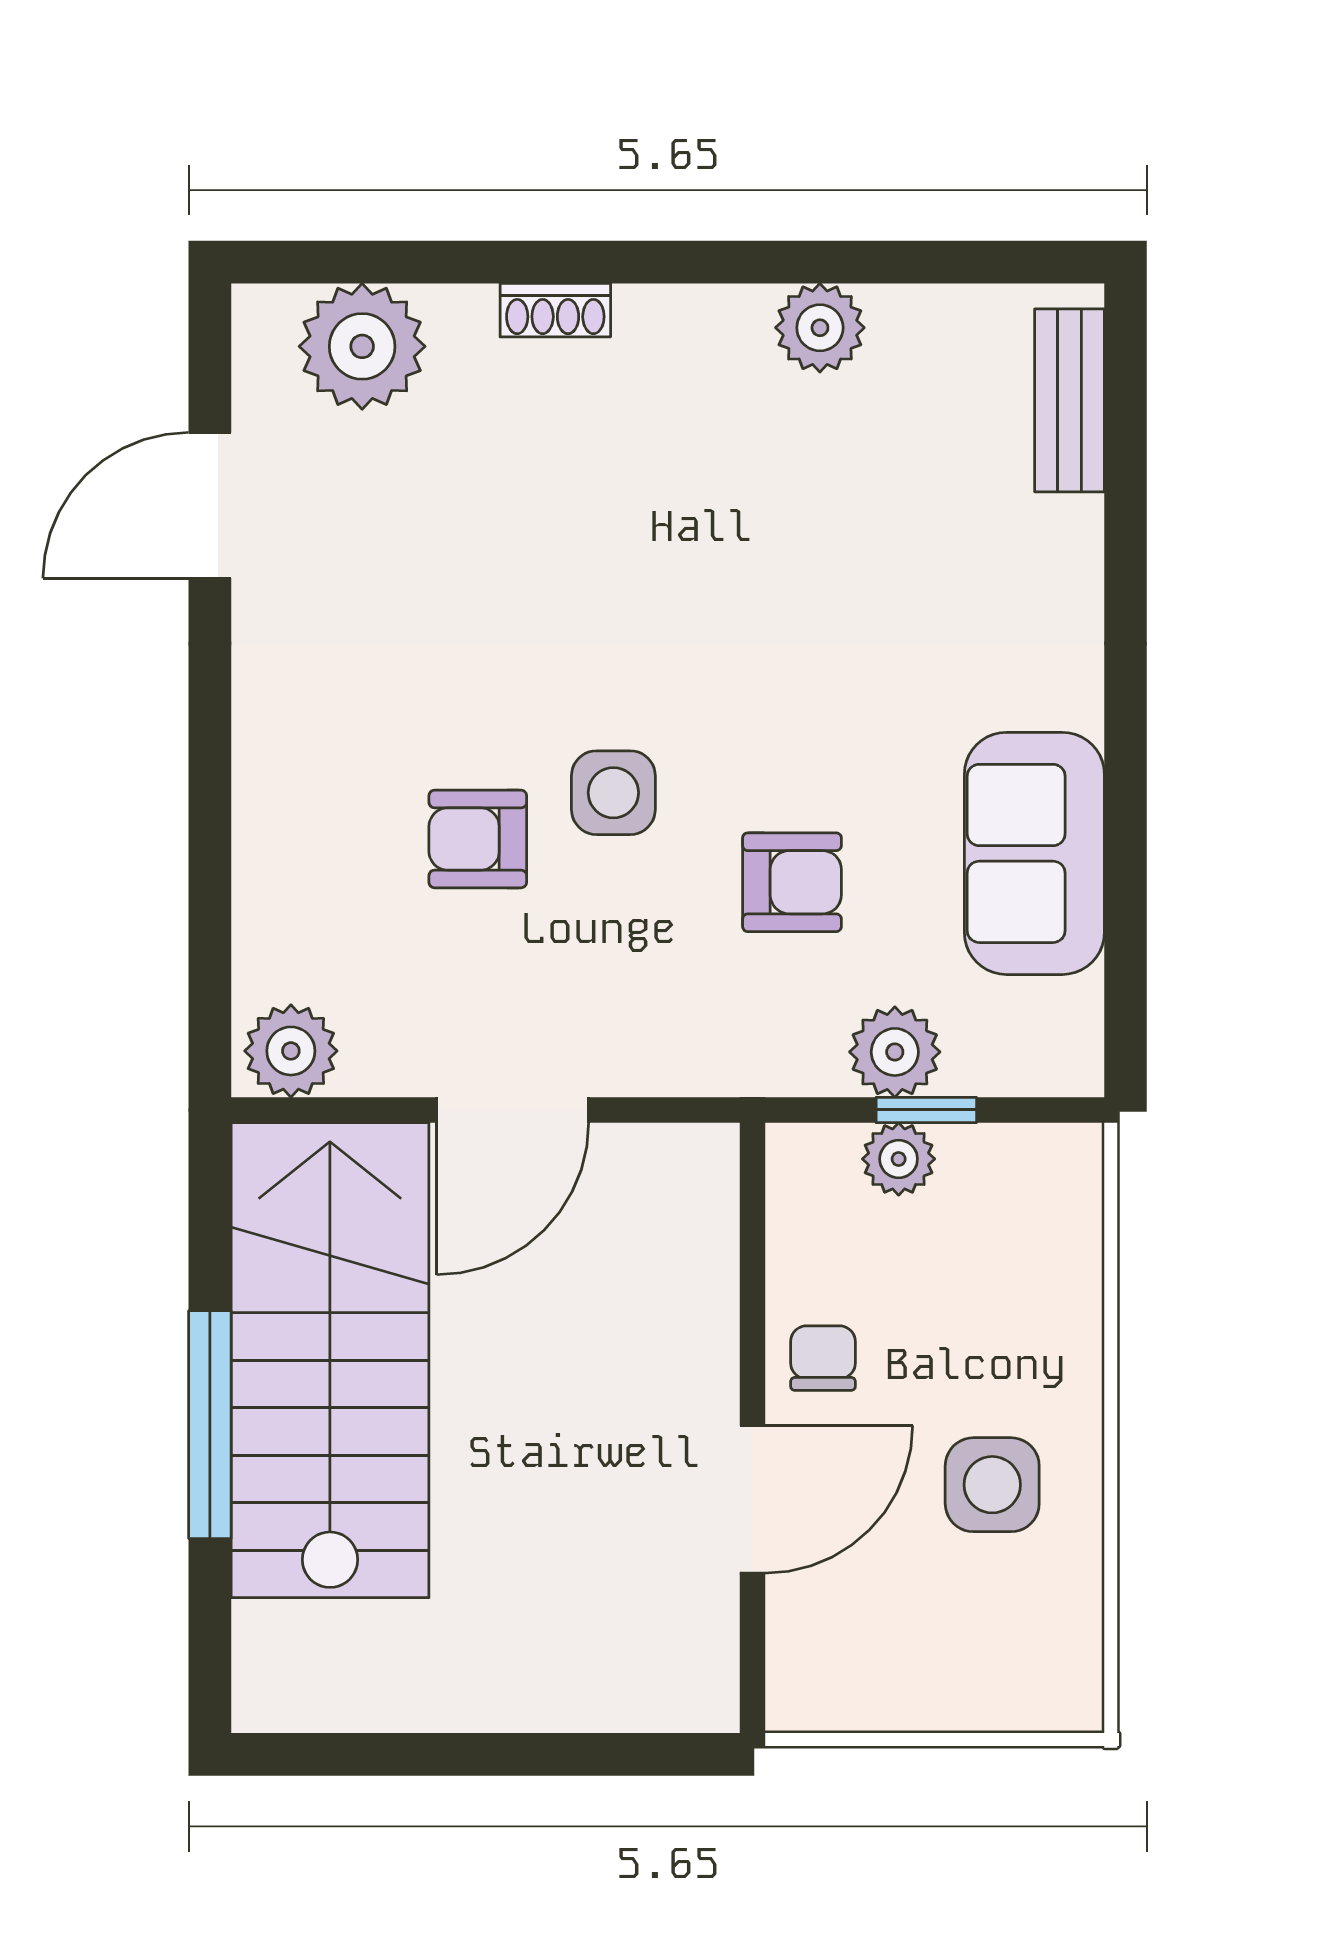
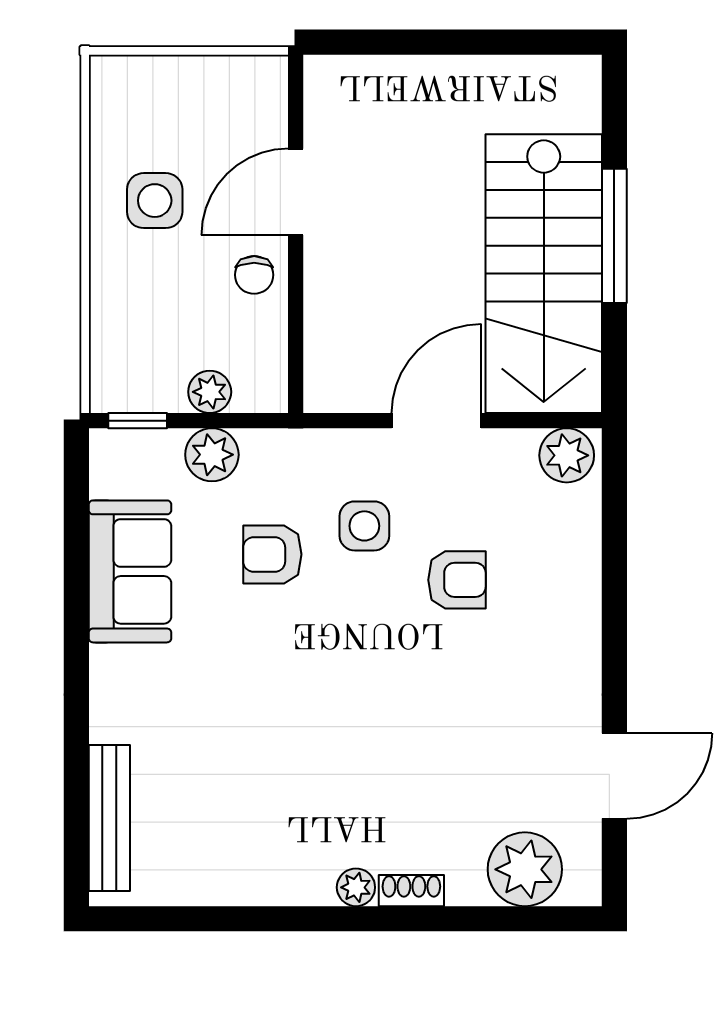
plant: (820, 328) -> (356, 887), moved, width x0.73, depth x0.73
bench: (1069, 400) -> (109, 818), width x1.36
side table: (613, 793) -> (364, 526), moved
window: (926, 1110) -> (138, 421), moved

